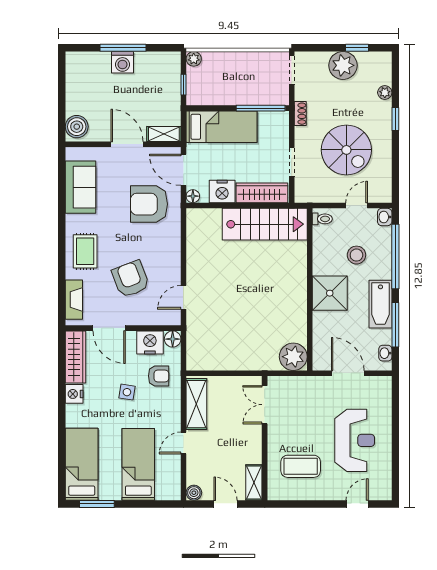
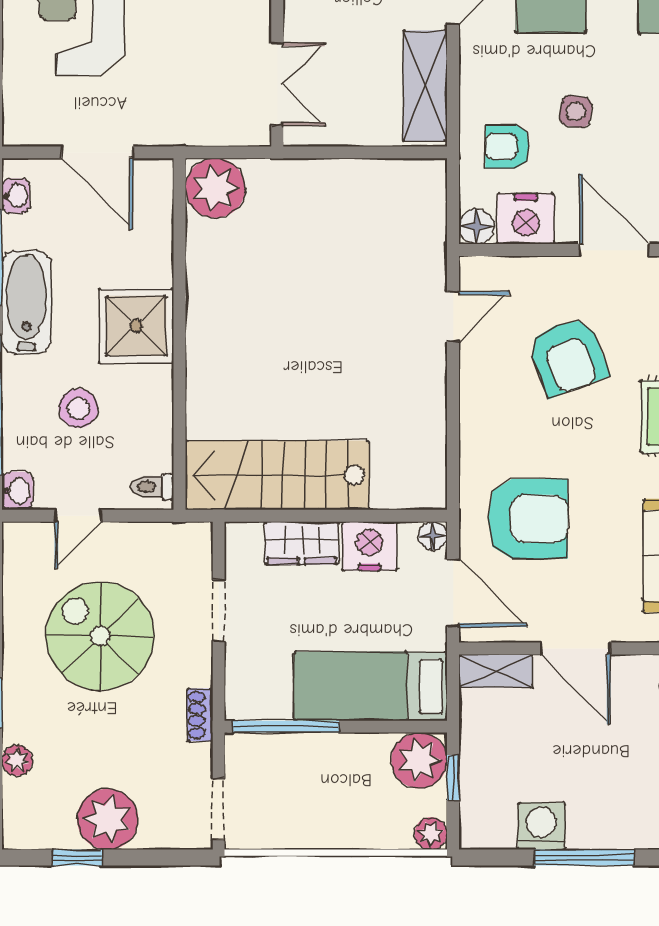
washing machine: (122, 62) -> (541, 826), moved
plant: (199, 93) -> (419, 760), added
wardrobe: (262, 193) -> (302, 543), width x0.67

